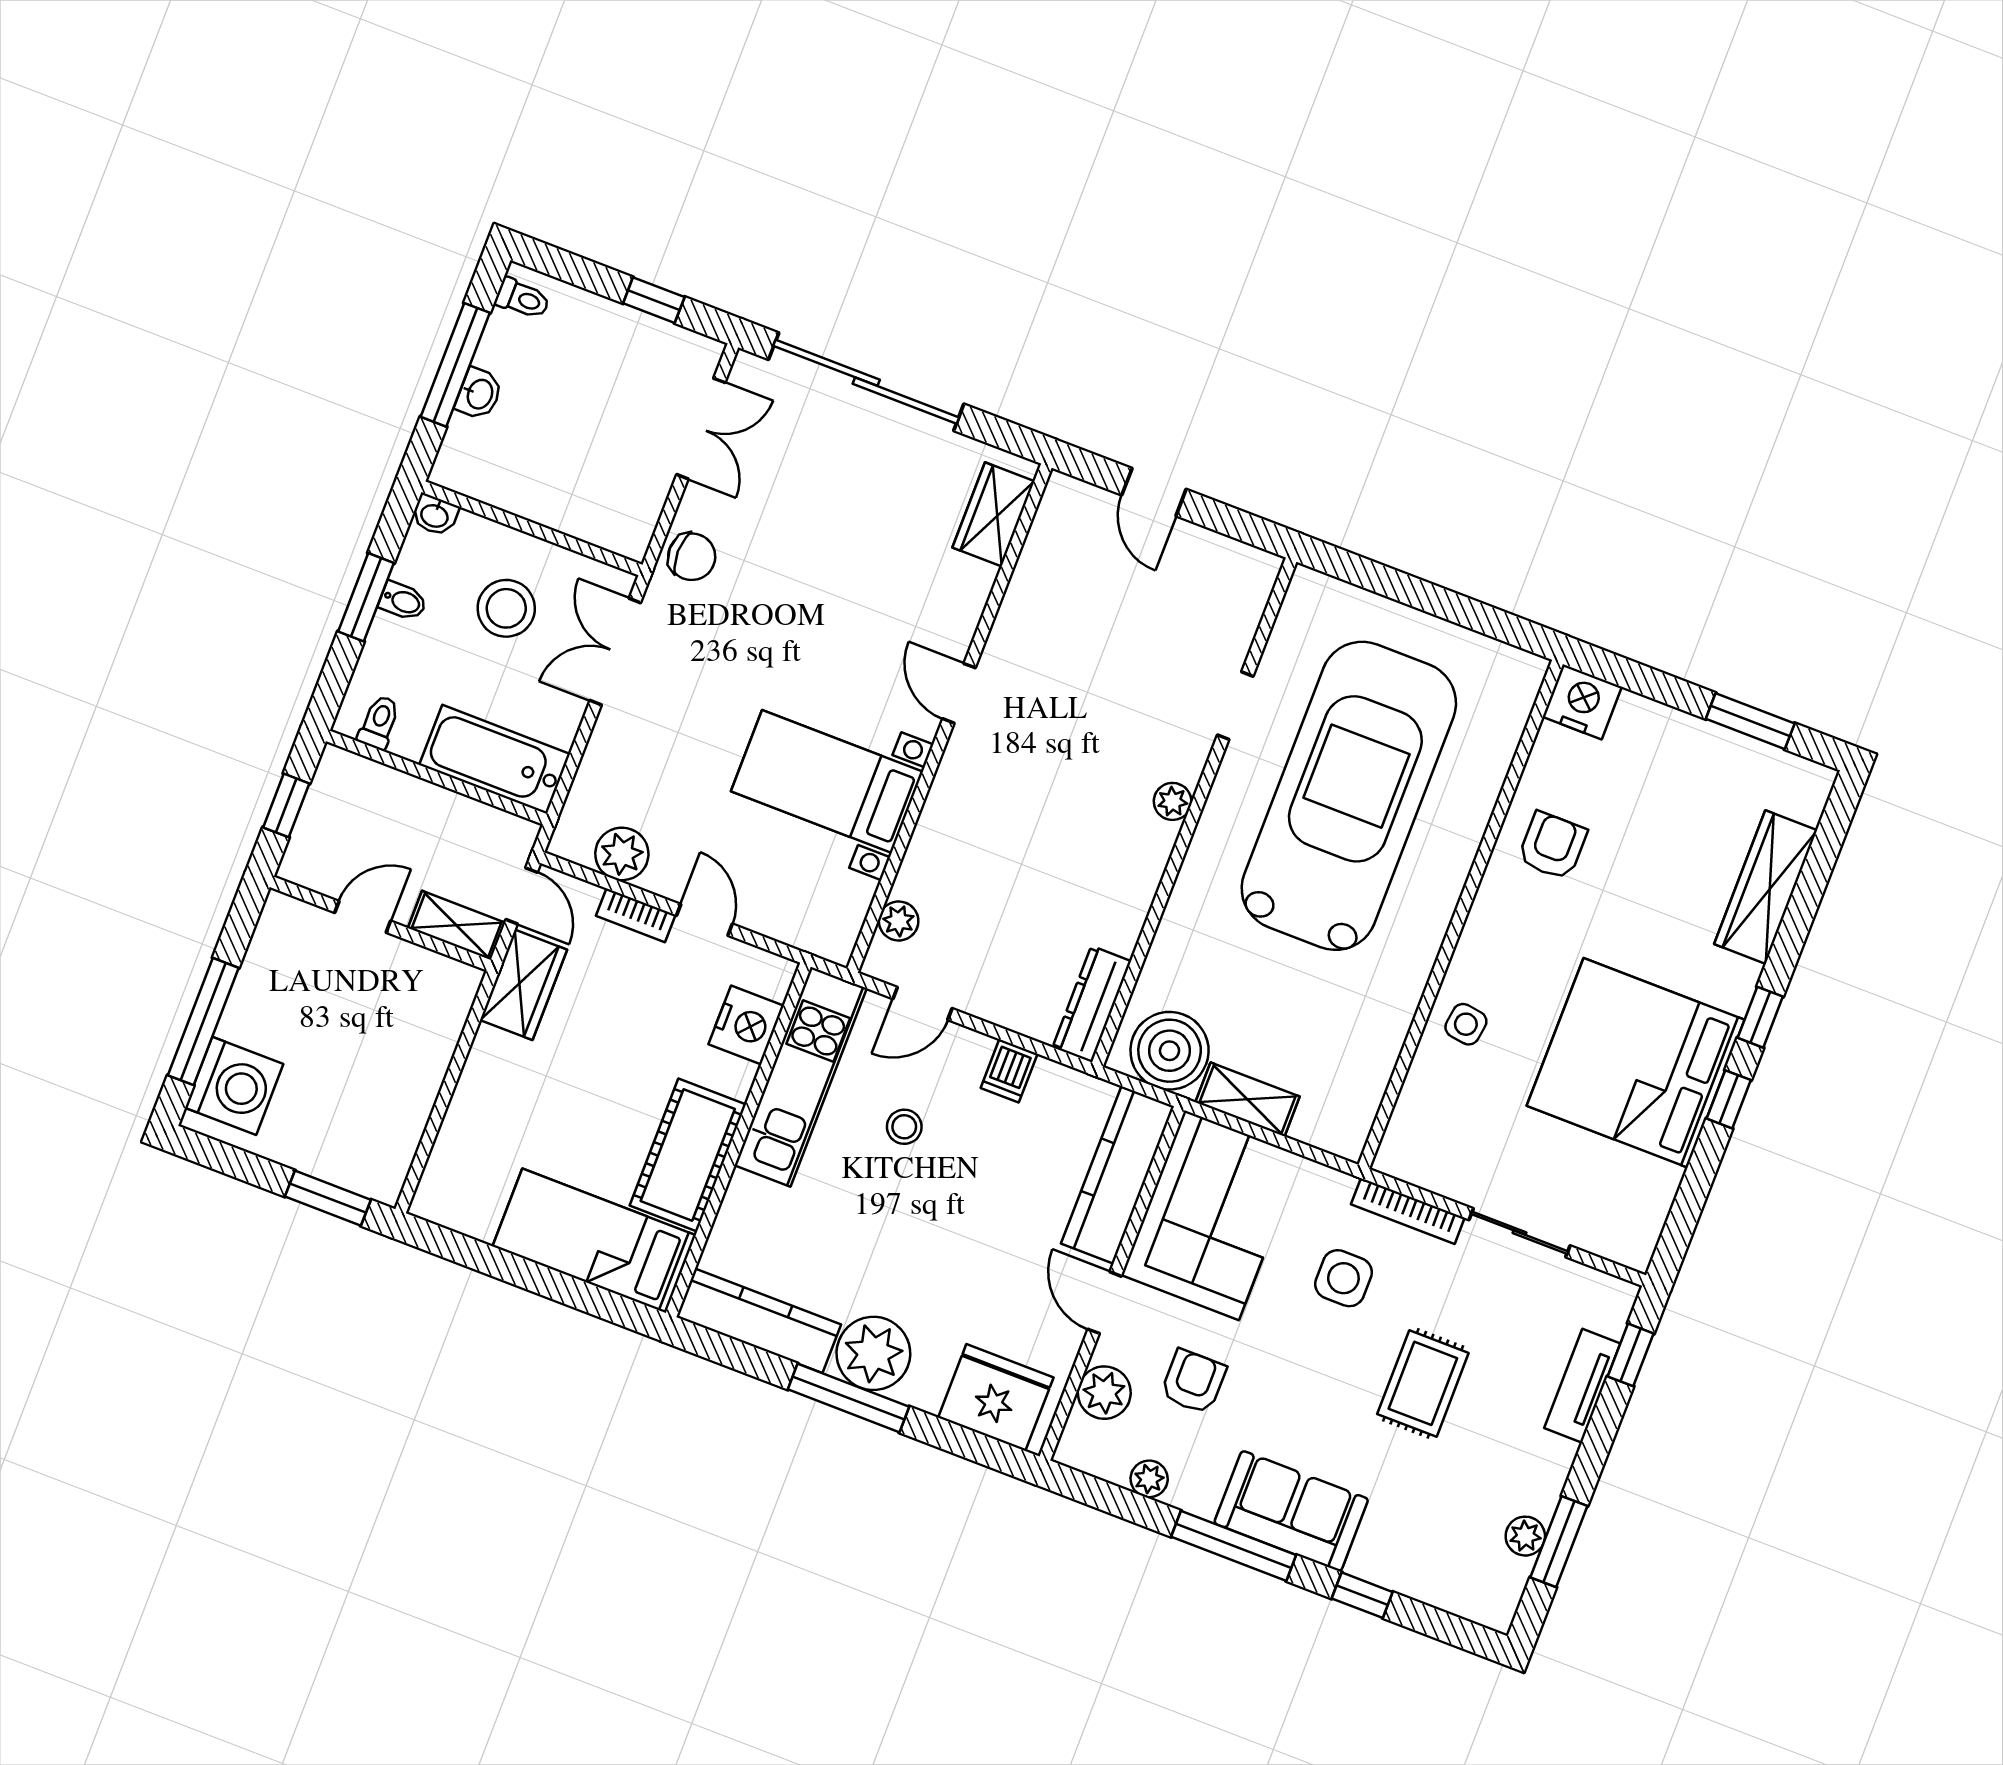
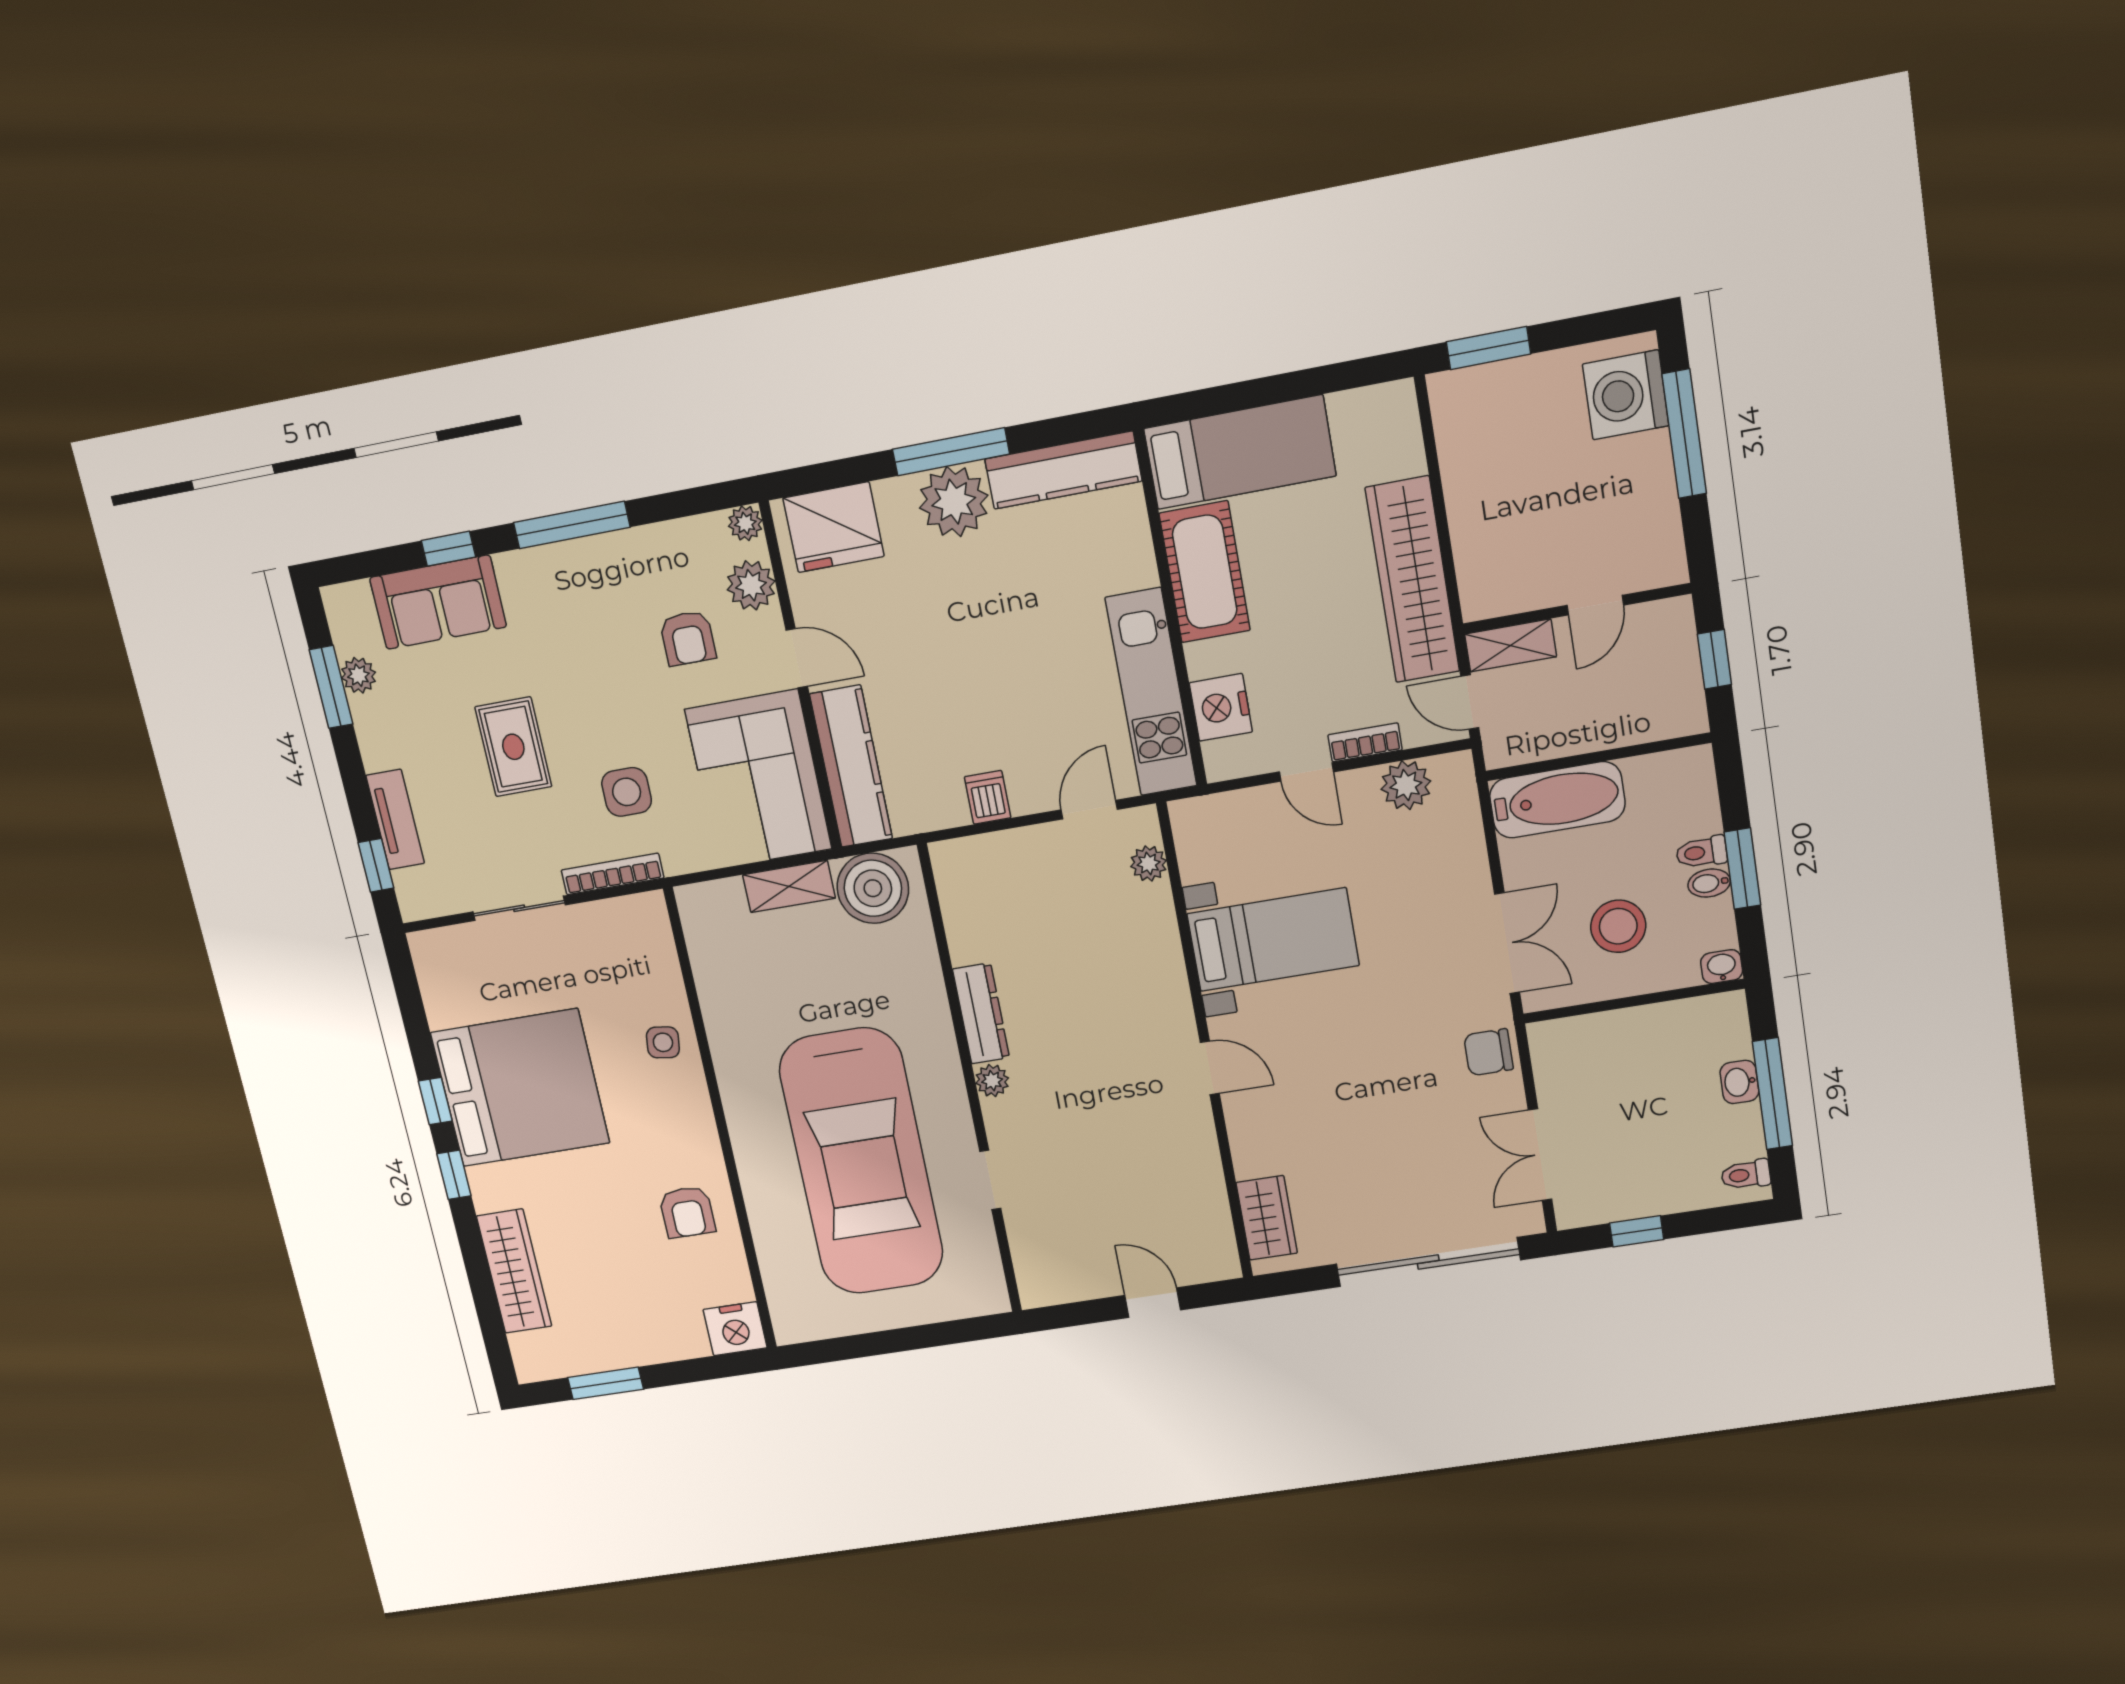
toilet: (379, 722) -> (1701, 852), moved, turned 90
wardrobe: (523, 985) -> (1412, 580), width x2.10, depth x1.17
dresser: (1092, 1004) -> (981, 1013), moved
stool: (904, 1127) -> (1043, 702), removed
plant: (1149, 1479) -> (745, 523), moved
sofa: (1291, 1511) -> (438, 602), moved

